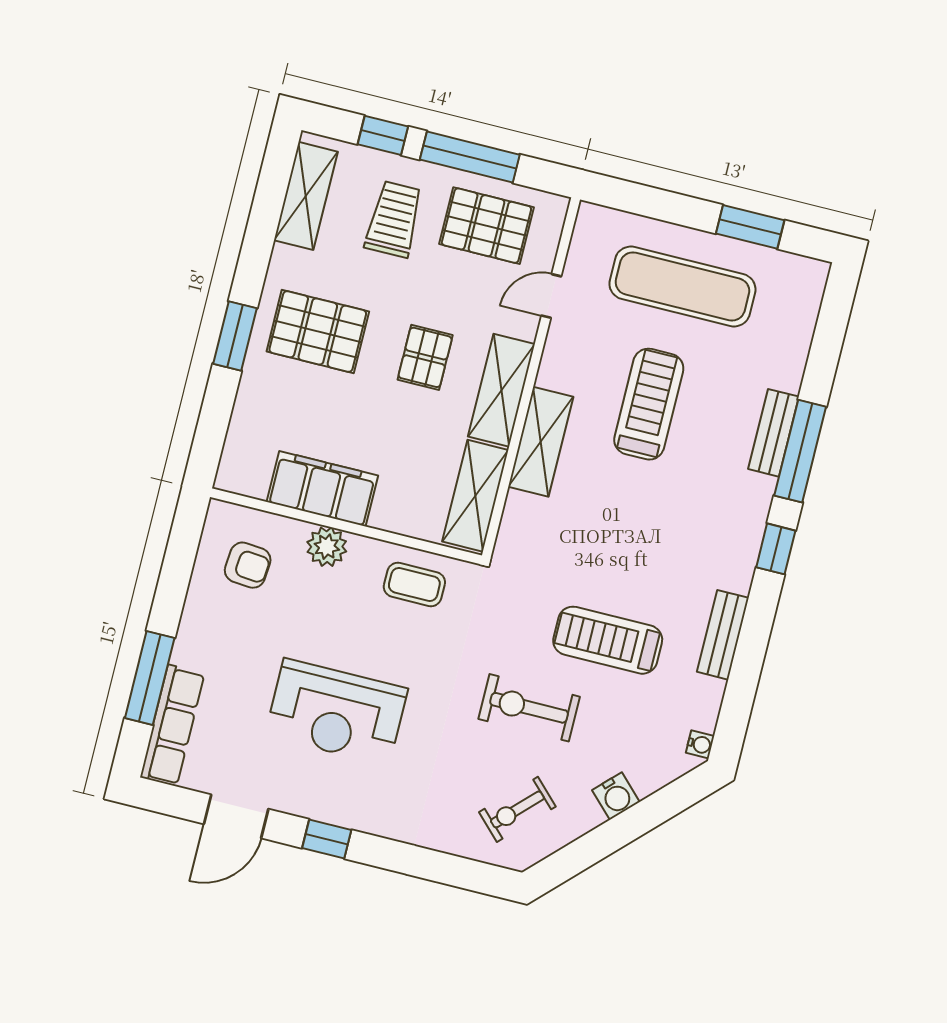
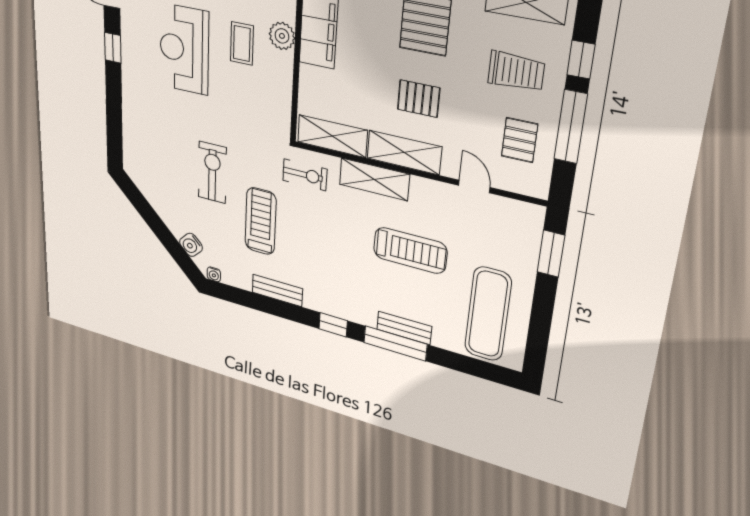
pallet: (486, 226) -> (520, 140), width x0.67, depth x0.71
window: (750, 227) -> (551, 254), moved
exercise mat: (682, 286) -> (488, 314), moved
coffee table: (414, 584) -> (242, 43), moved
water cooler: (616, 796) -> (191, 245), moved
exercise bike: (517, 809) -> (305, 175), moved, turned 135

